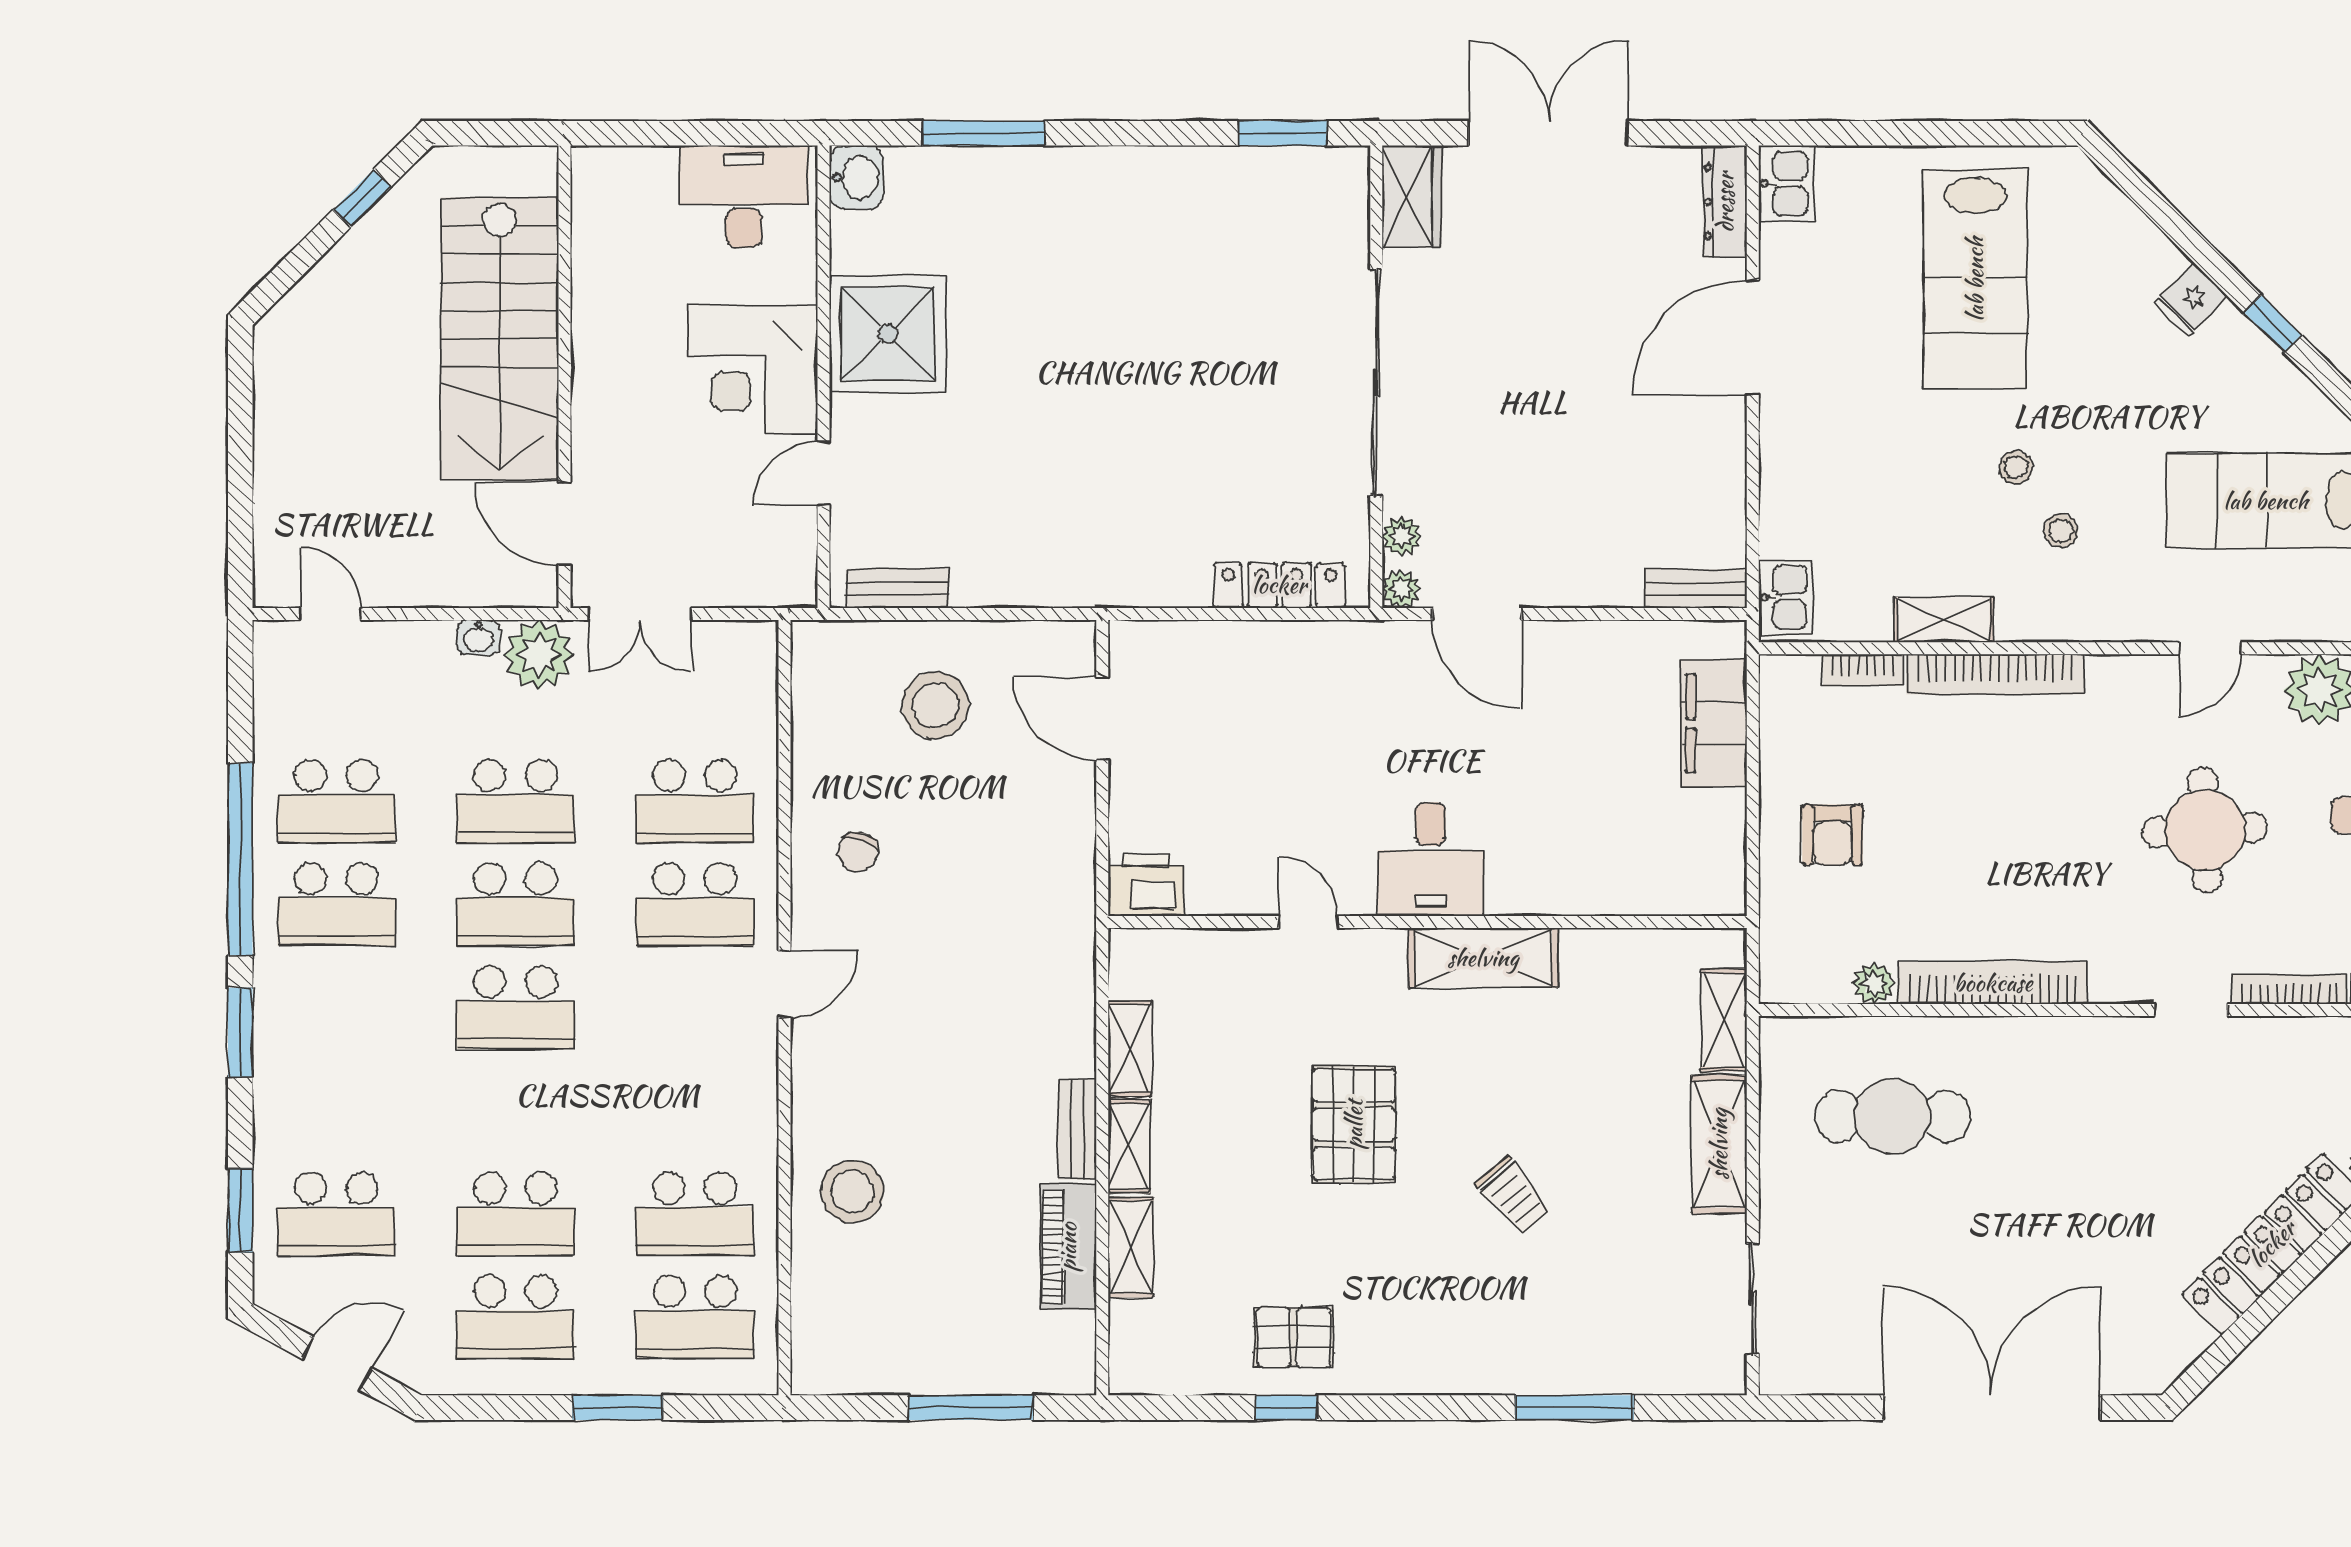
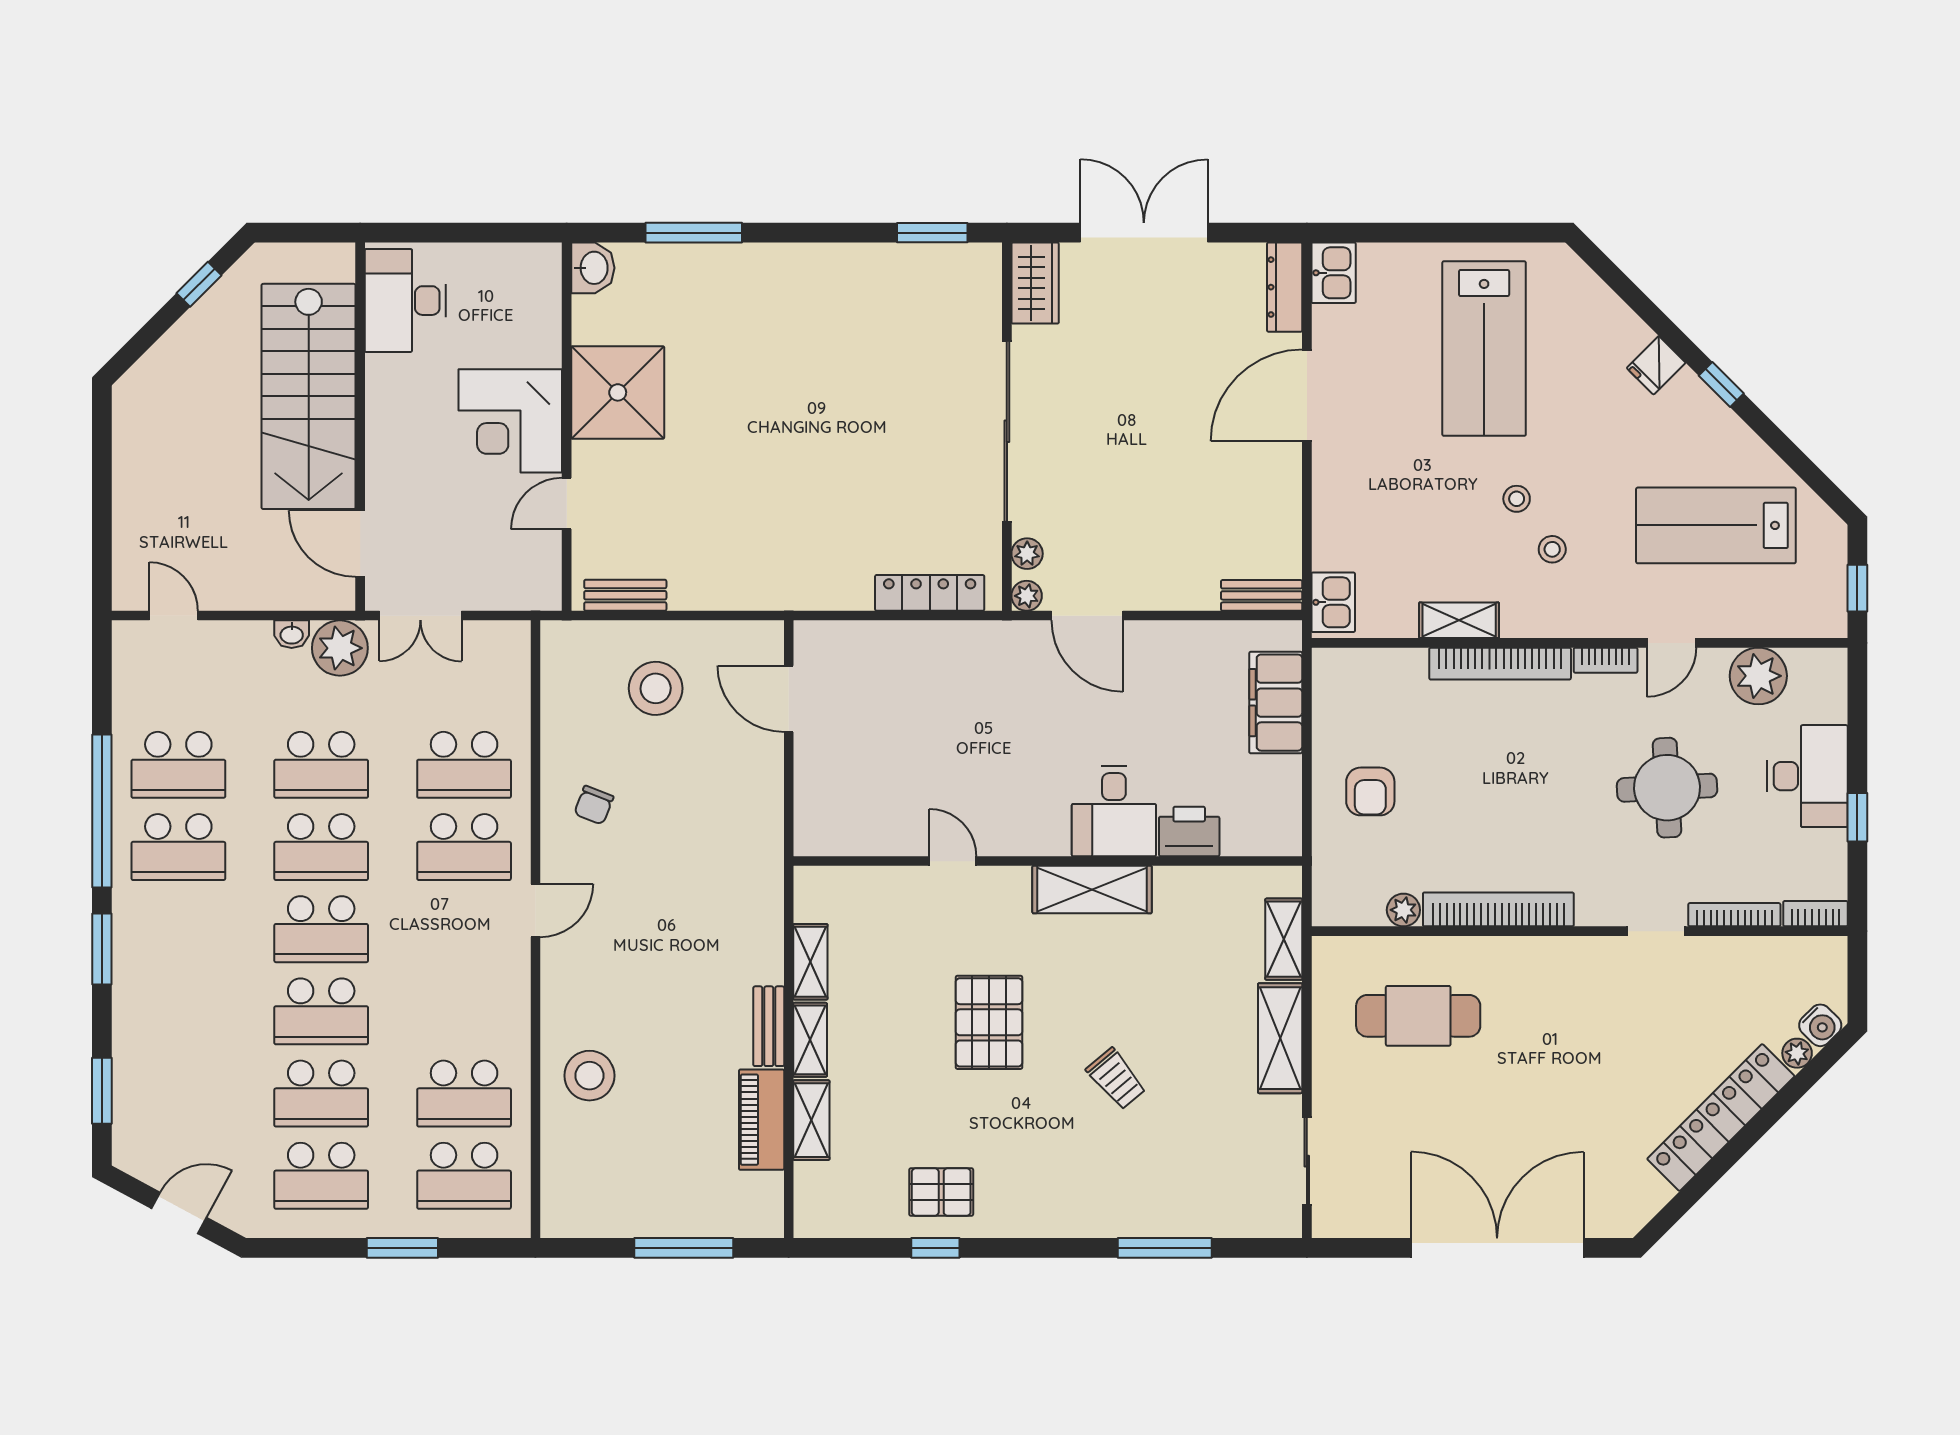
desk: (744, 196) -> (405, 301), moved, turned -90
bookcase: (1863, 670) -> (1606, 660), moved
desk: (1431, 859) -> (1114, 811), moved
printer: (1146, 885) -> (1189, 831), moved
school desk: (336, 1214) -> (321, 1011), moved

